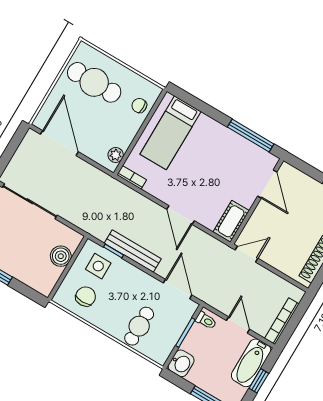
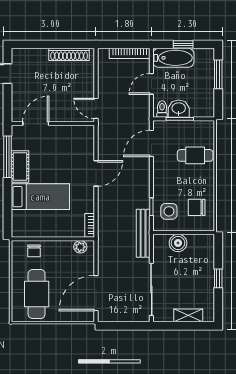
bed: (170, 133) -> (40, 197), moved
cot: (231, 221) -> (20, 166), moved, turned 90
bench: (133, 251) -> (143, 233), moved
washbasin: (181, 363) -> (179, 109), moved

